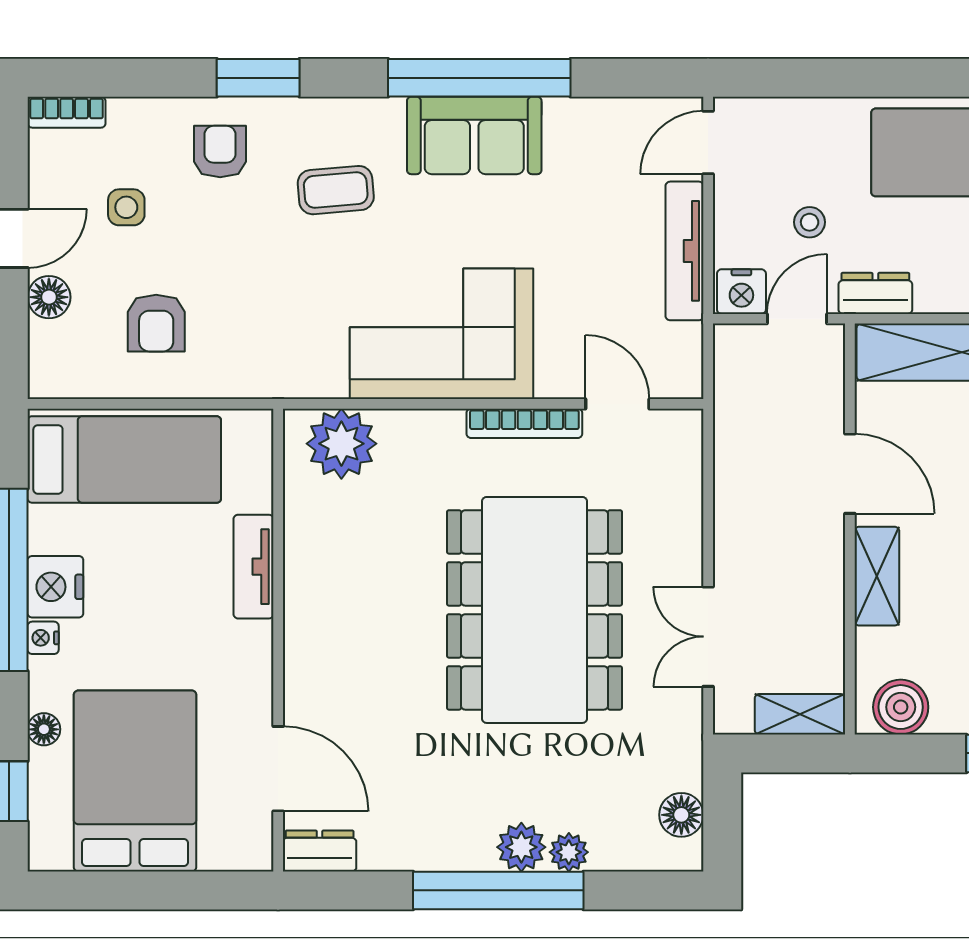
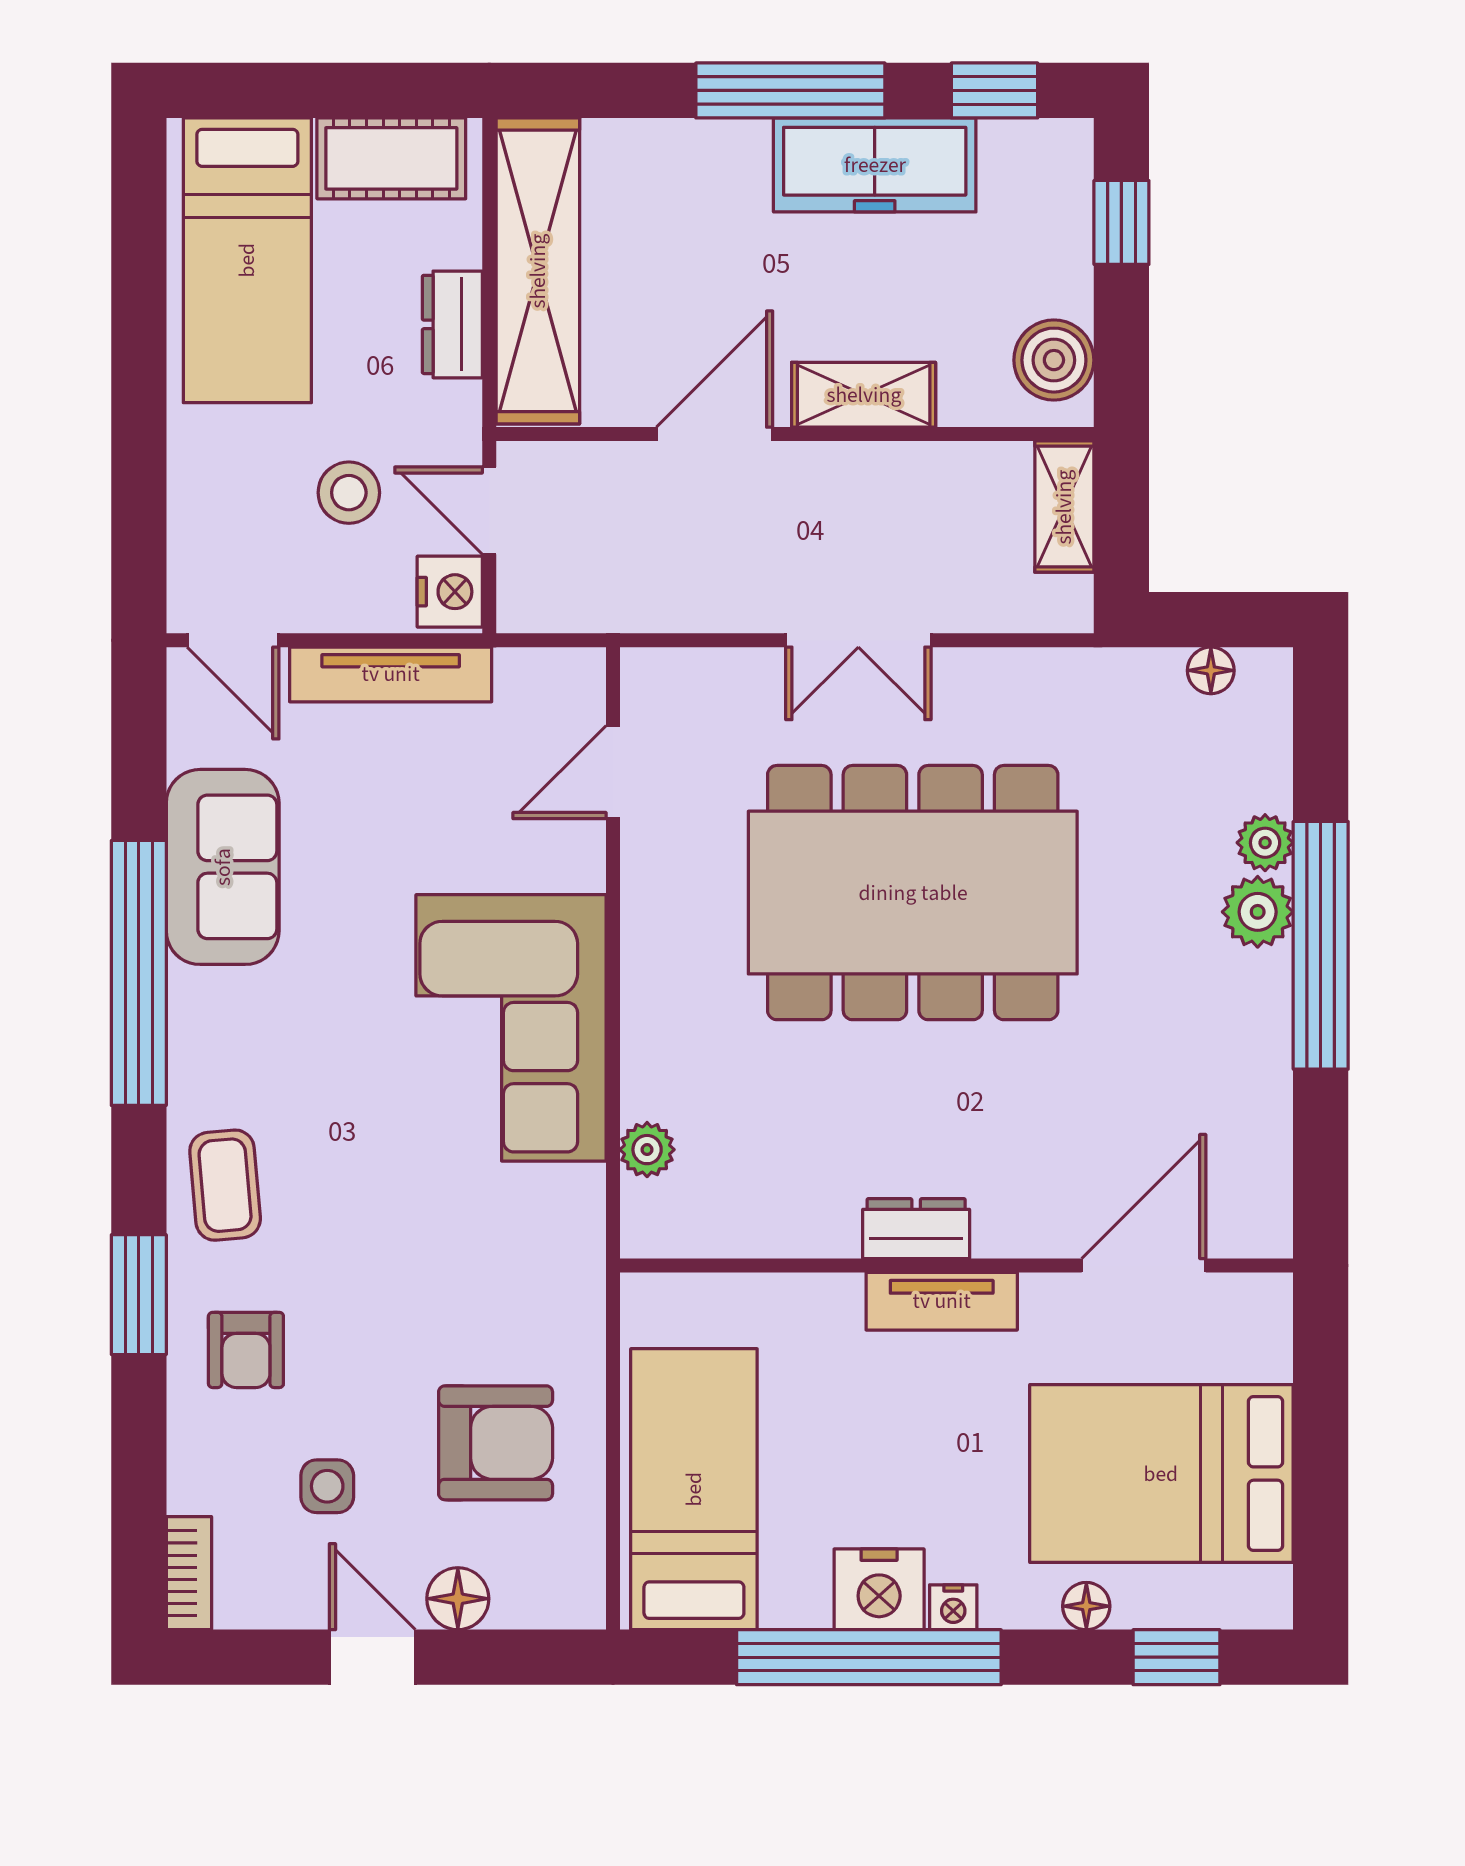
sofa: (474, 135) -> (223, 867), moved
armchair: (220, 151) -> (246, 1350), turned -90
coffee table: (336, 190) -> (225, 1185), moved
stool: (810, 222) -> (349, 493), width x1.37, depth x1.37
dresser: (875, 293) -> (452, 324), moved
armchair: (156, 323) -> (496, 1443), width x1.38, depth x1.38
bookcase: (524, 423) -> (641, 907), removed
plant: (341, 444) -> (647, 1150), width x0.53, depth x0.53
tv unit: (254, 567) -> (942, 1301), moved
double door: (708, 637) -> (858, 640), moved
floor lamp: (681, 815) -> (1211, 670), width x0.73, depth x0.73
dresser: (320, 851) -> (916, 1229), moved, turned 90

